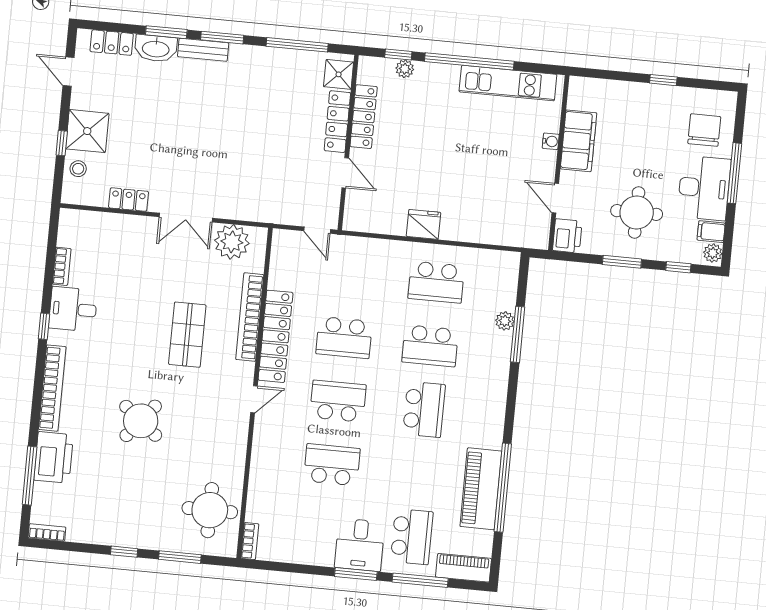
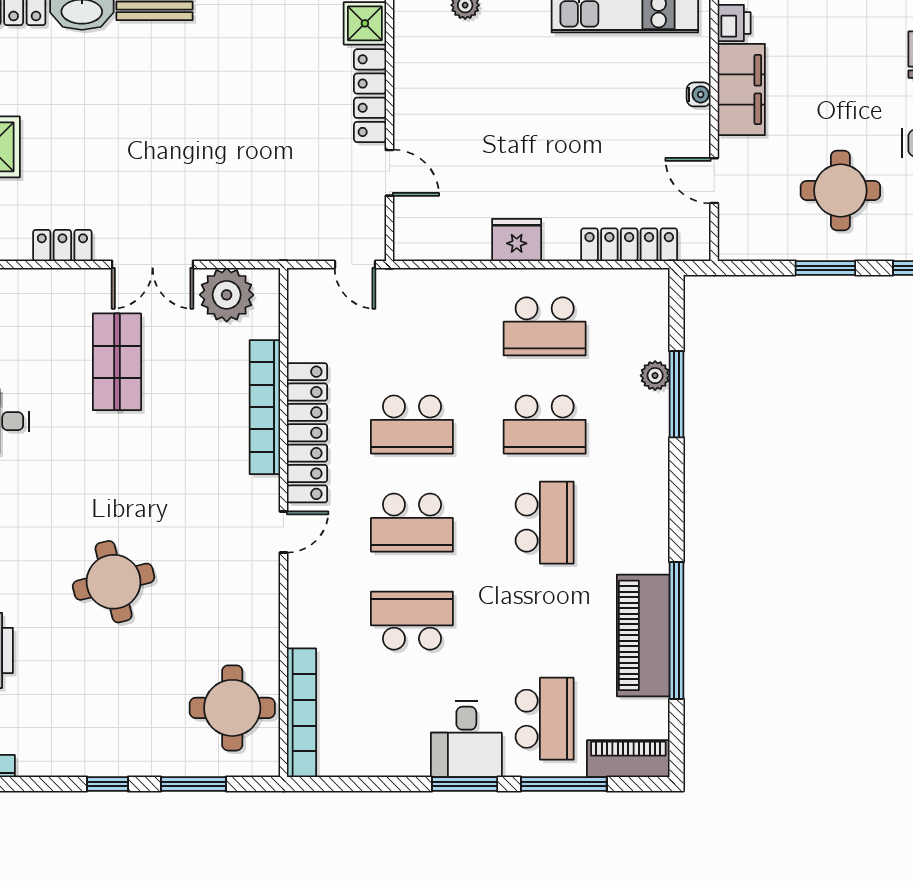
locker: (364, 117) -> (629, 245), moved, turned -90
printer: (567, 236) -> (734, 23), moved, width x0.73, depth x0.81
shop shelf: (187, 335) -> (117, 362), moved
school desk: (338, 401) -> (412, 523), turned 180
round table: (141, 421) -> (114, 582), turned 37
bookcase: (250, 541) -> (302, 713), width x2.31, depth x1.31

